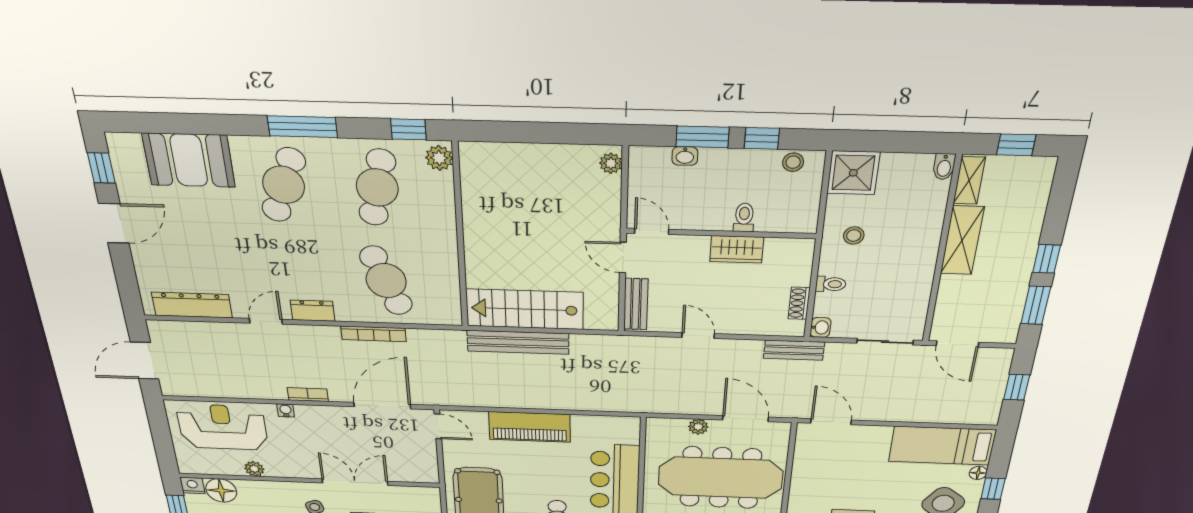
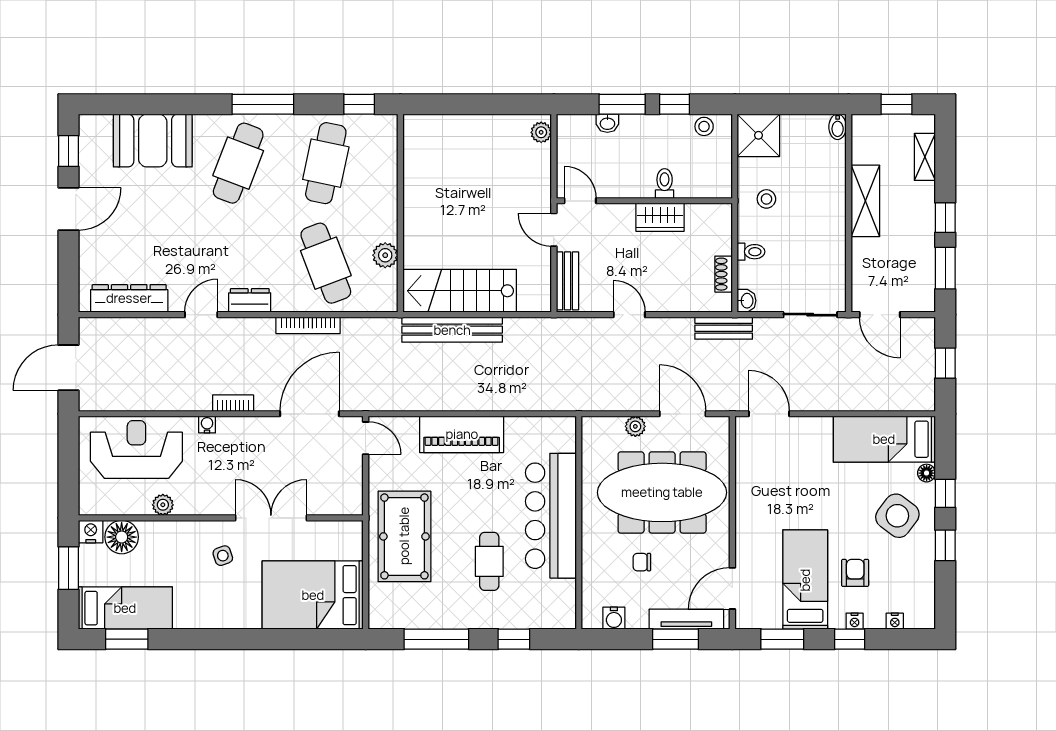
plant: (439, 158) -> (385, 255), moved
shelving: (969, 180) -> (925, 157), moved

